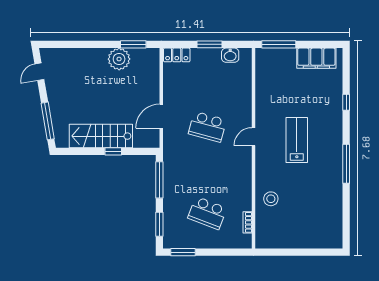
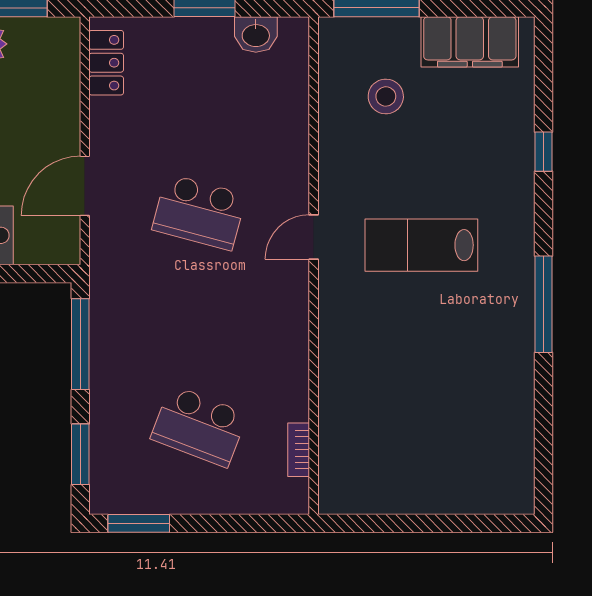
locker: (177, 55) -> (106, 63), moved, turned -90
lab bench: (297, 140) -> (421, 245), turned -90
stool: (271, 199) -> (386, 96), moved

